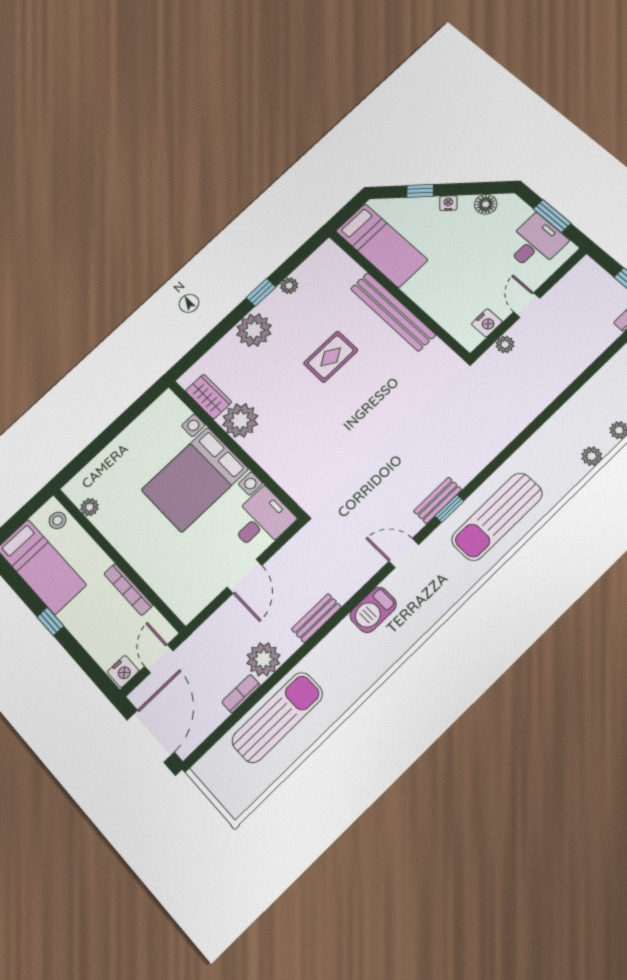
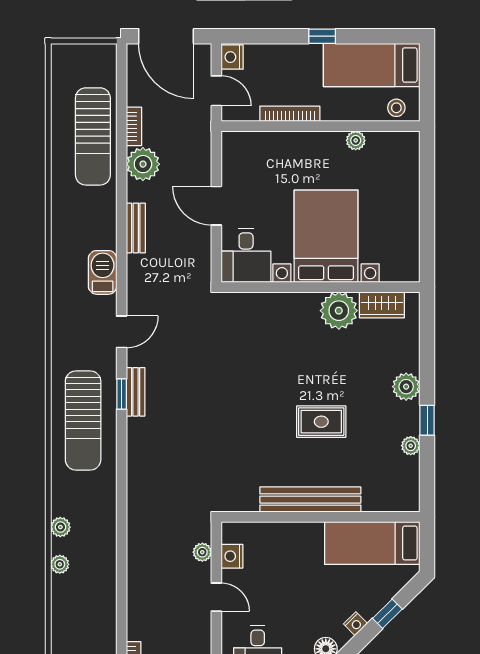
plant: (254, 330) -> (406, 387), width x0.73, depth x0.73
rug: (331, 357) -> (321, 422), turned 90
plant: (90, 507) -> (356, 140), moved
sun lounger: (497, 517) -> (83, 421), turned 180

